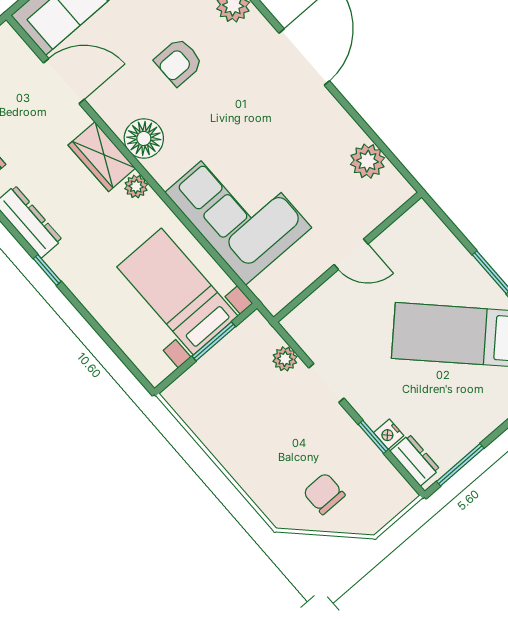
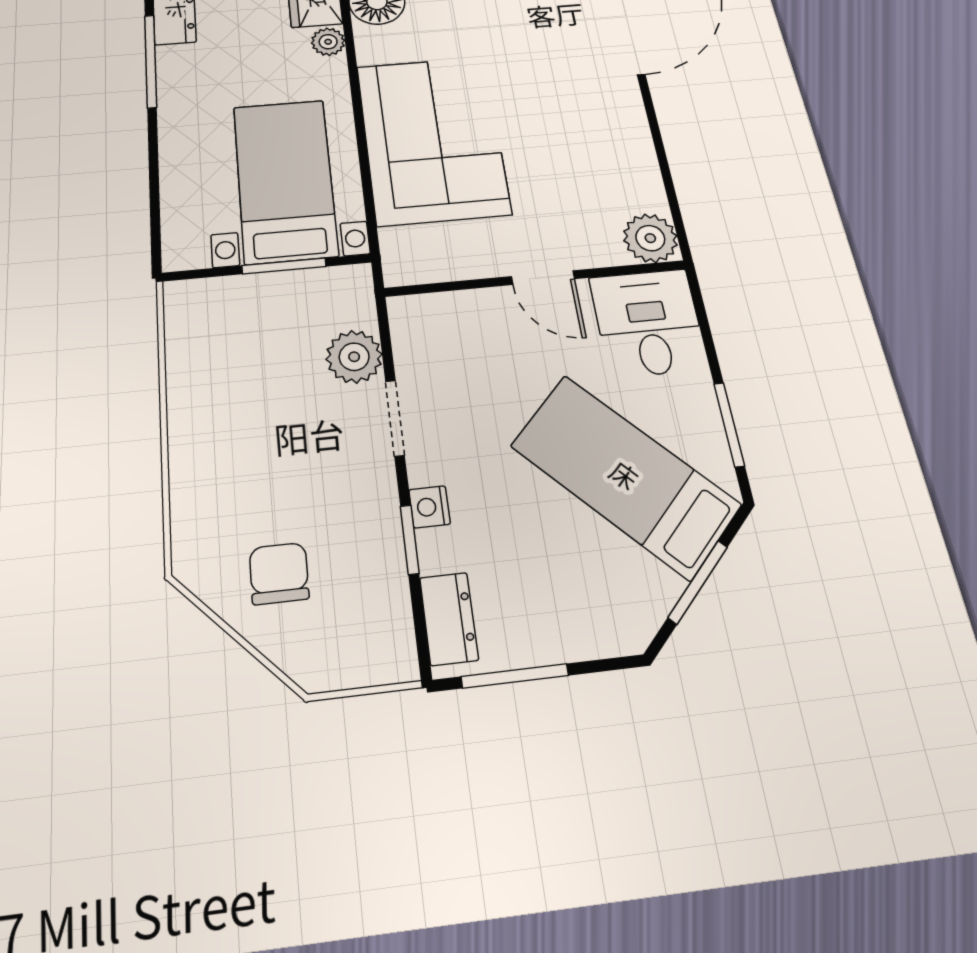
plant: (368, 161) -> (650, 238), moved
desk: (420, 243) -> (648, 323), added
window: (47, 270) -> (151, 61), width x2.17
plant: (285, 359) -> (354, 357), width x1.38, depth x1.38
nightstand: (389, 434) -> (430, 507), moved

